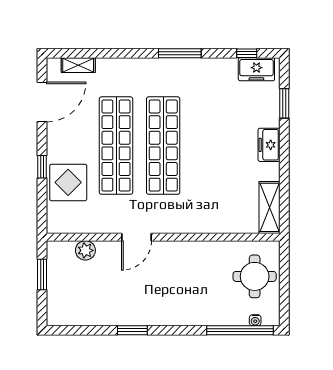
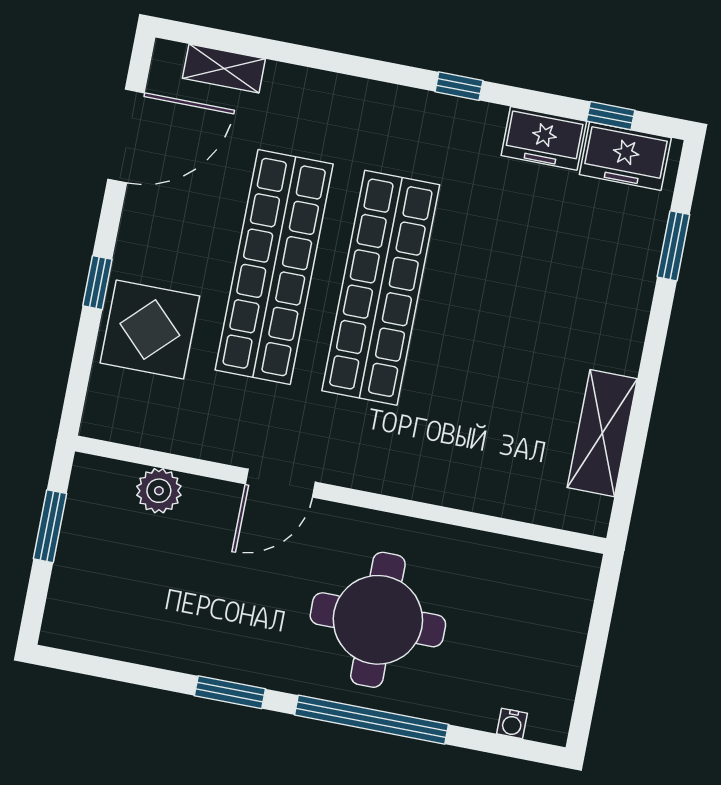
window: (180, 53) -> (459, 86), width x0.46
freezer: (269, 145) -> (544, 138), moved, turned -90
shelving: (270, 207) -> (602, 433), moved
round table: (255, 276) -> (378, 620), moved, width x1.36, depth x1.36
window: (240, 330) -> (371, 720), moved

